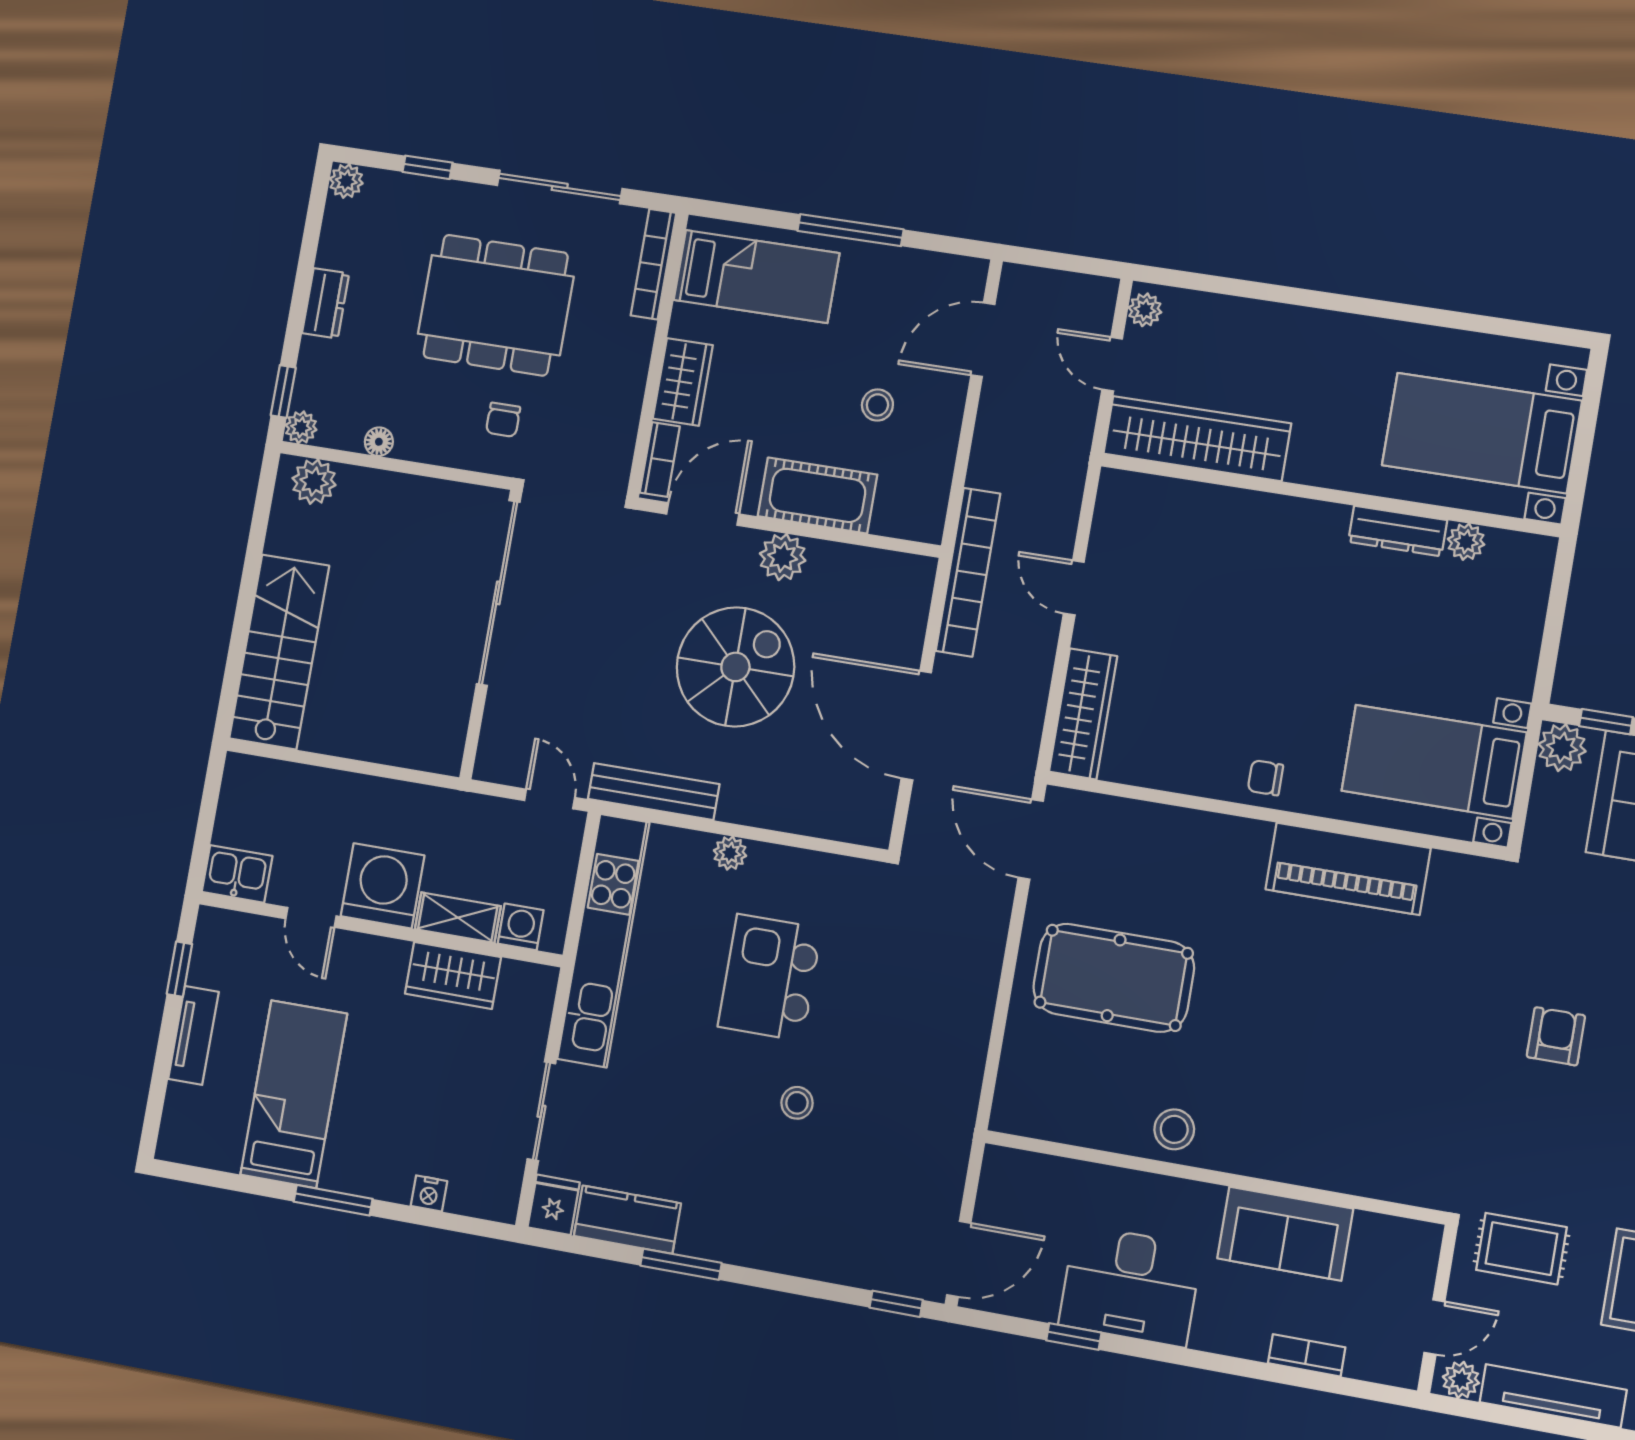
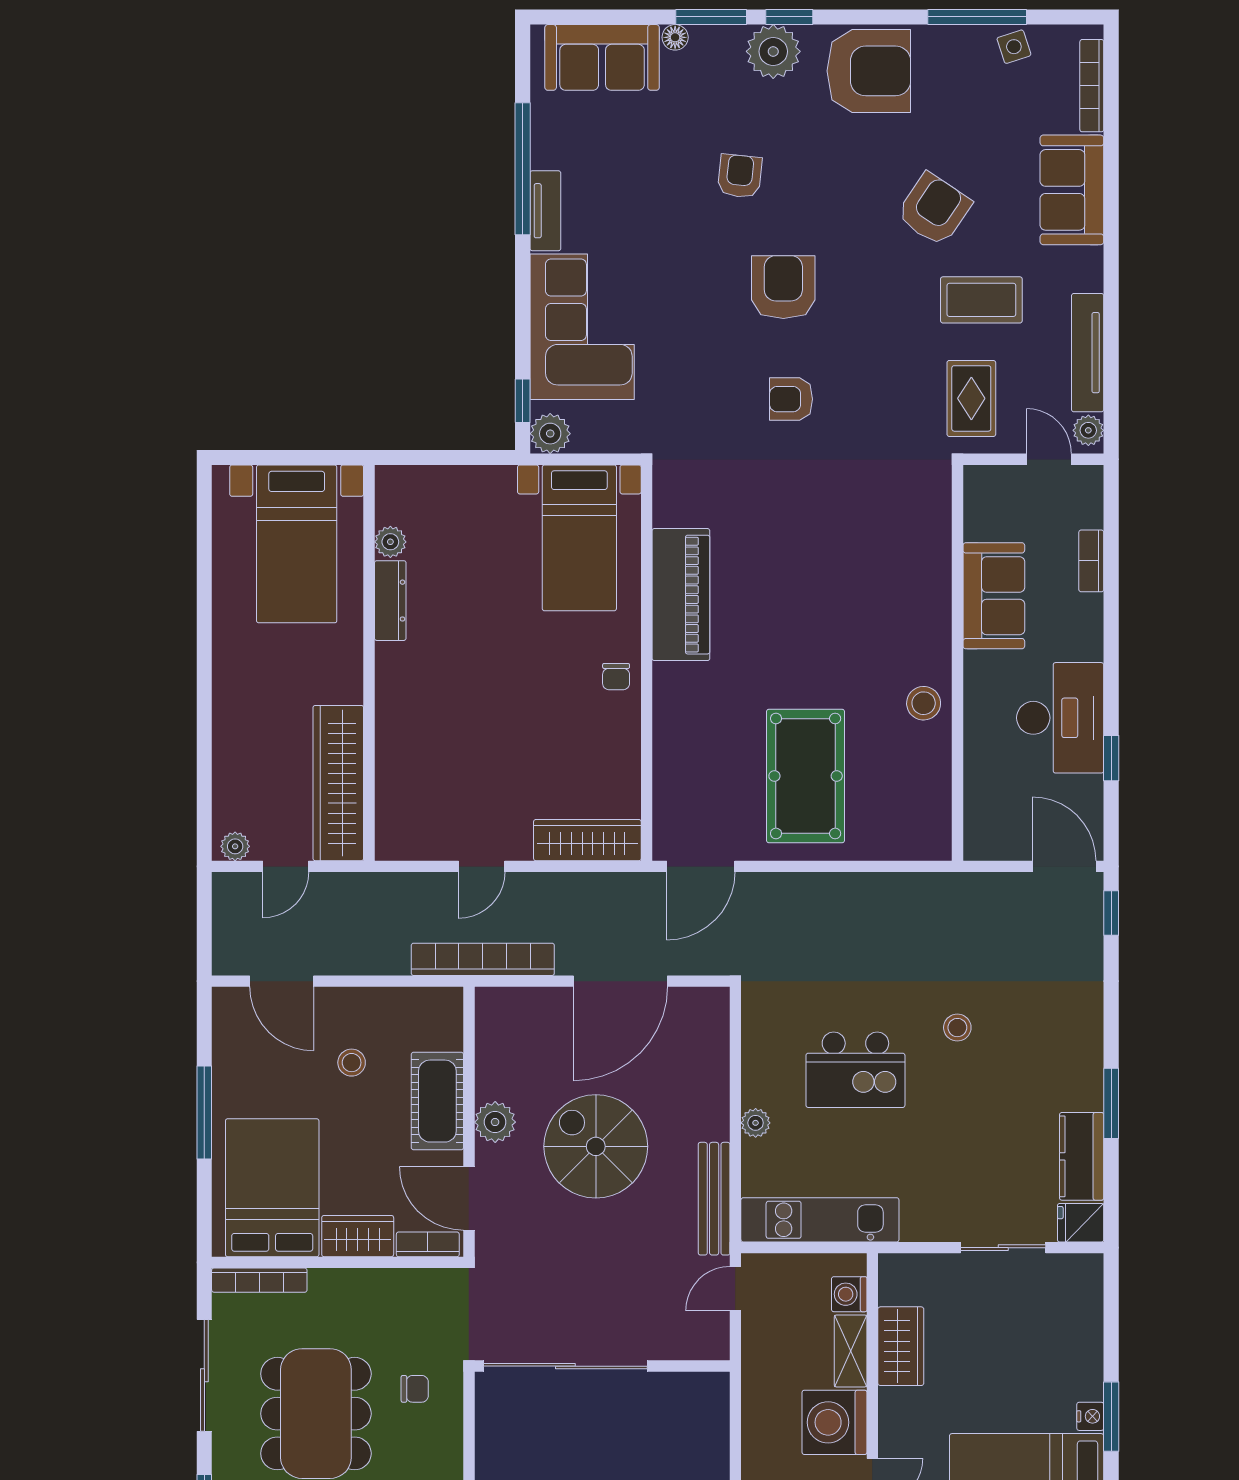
bed: (756, 276) -> (272, 1188), width x1.50
kitchen unit: (603, 941) -> (820, 1220), width x0.73
nightstand: (429, 1193) -> (1090, 1416), moved

